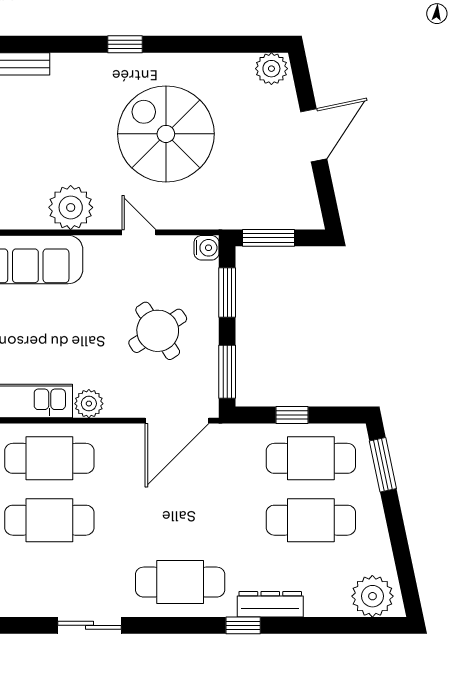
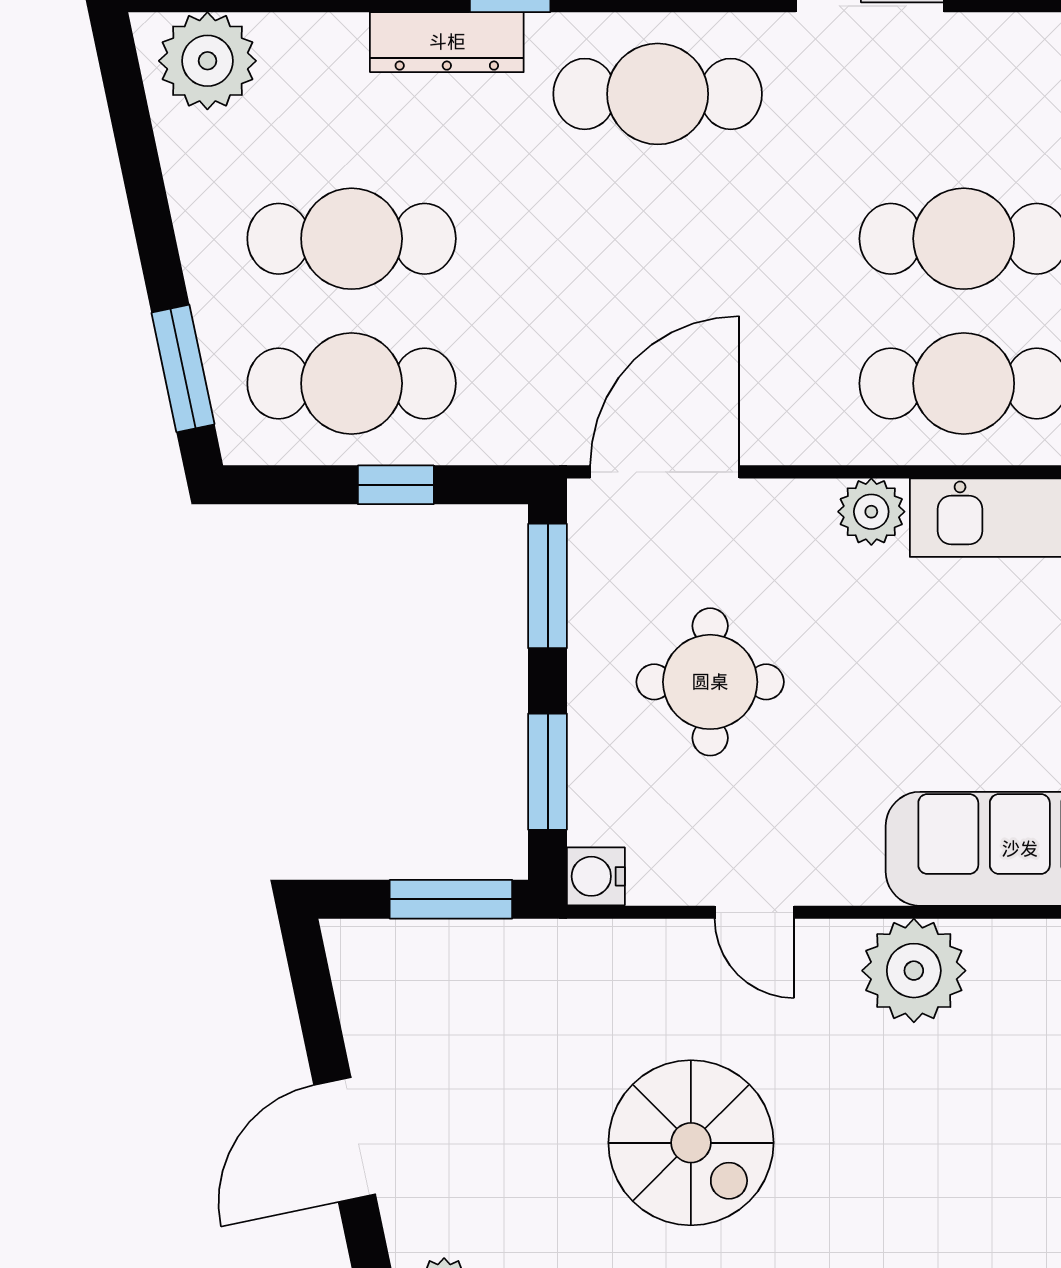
spiral stairs: (166, 134) -> (691, 1143), width x0.73, depth x0.73
round table: (158, 331) -> (710, 682), turned 33

